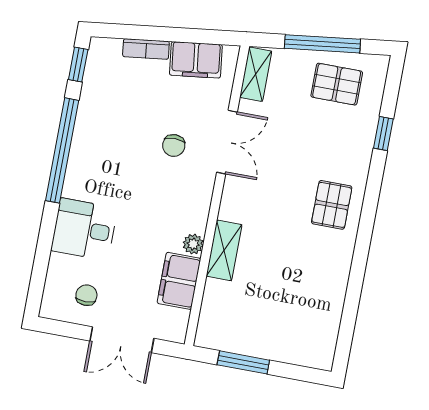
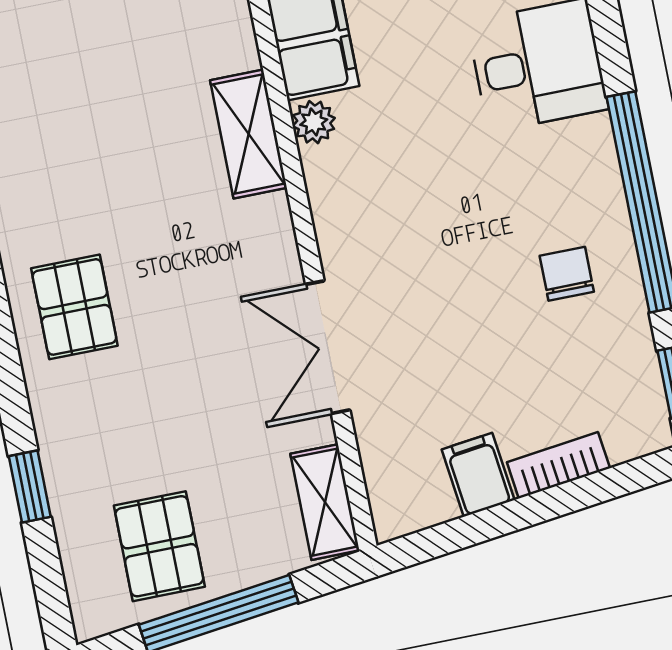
filing cabinet: (196, 60) -> (478, 475), width x0.50
pallet: (337, 84) -> (159, 546), turned 90
chair: (174, 146) -> (567, 274), moved

